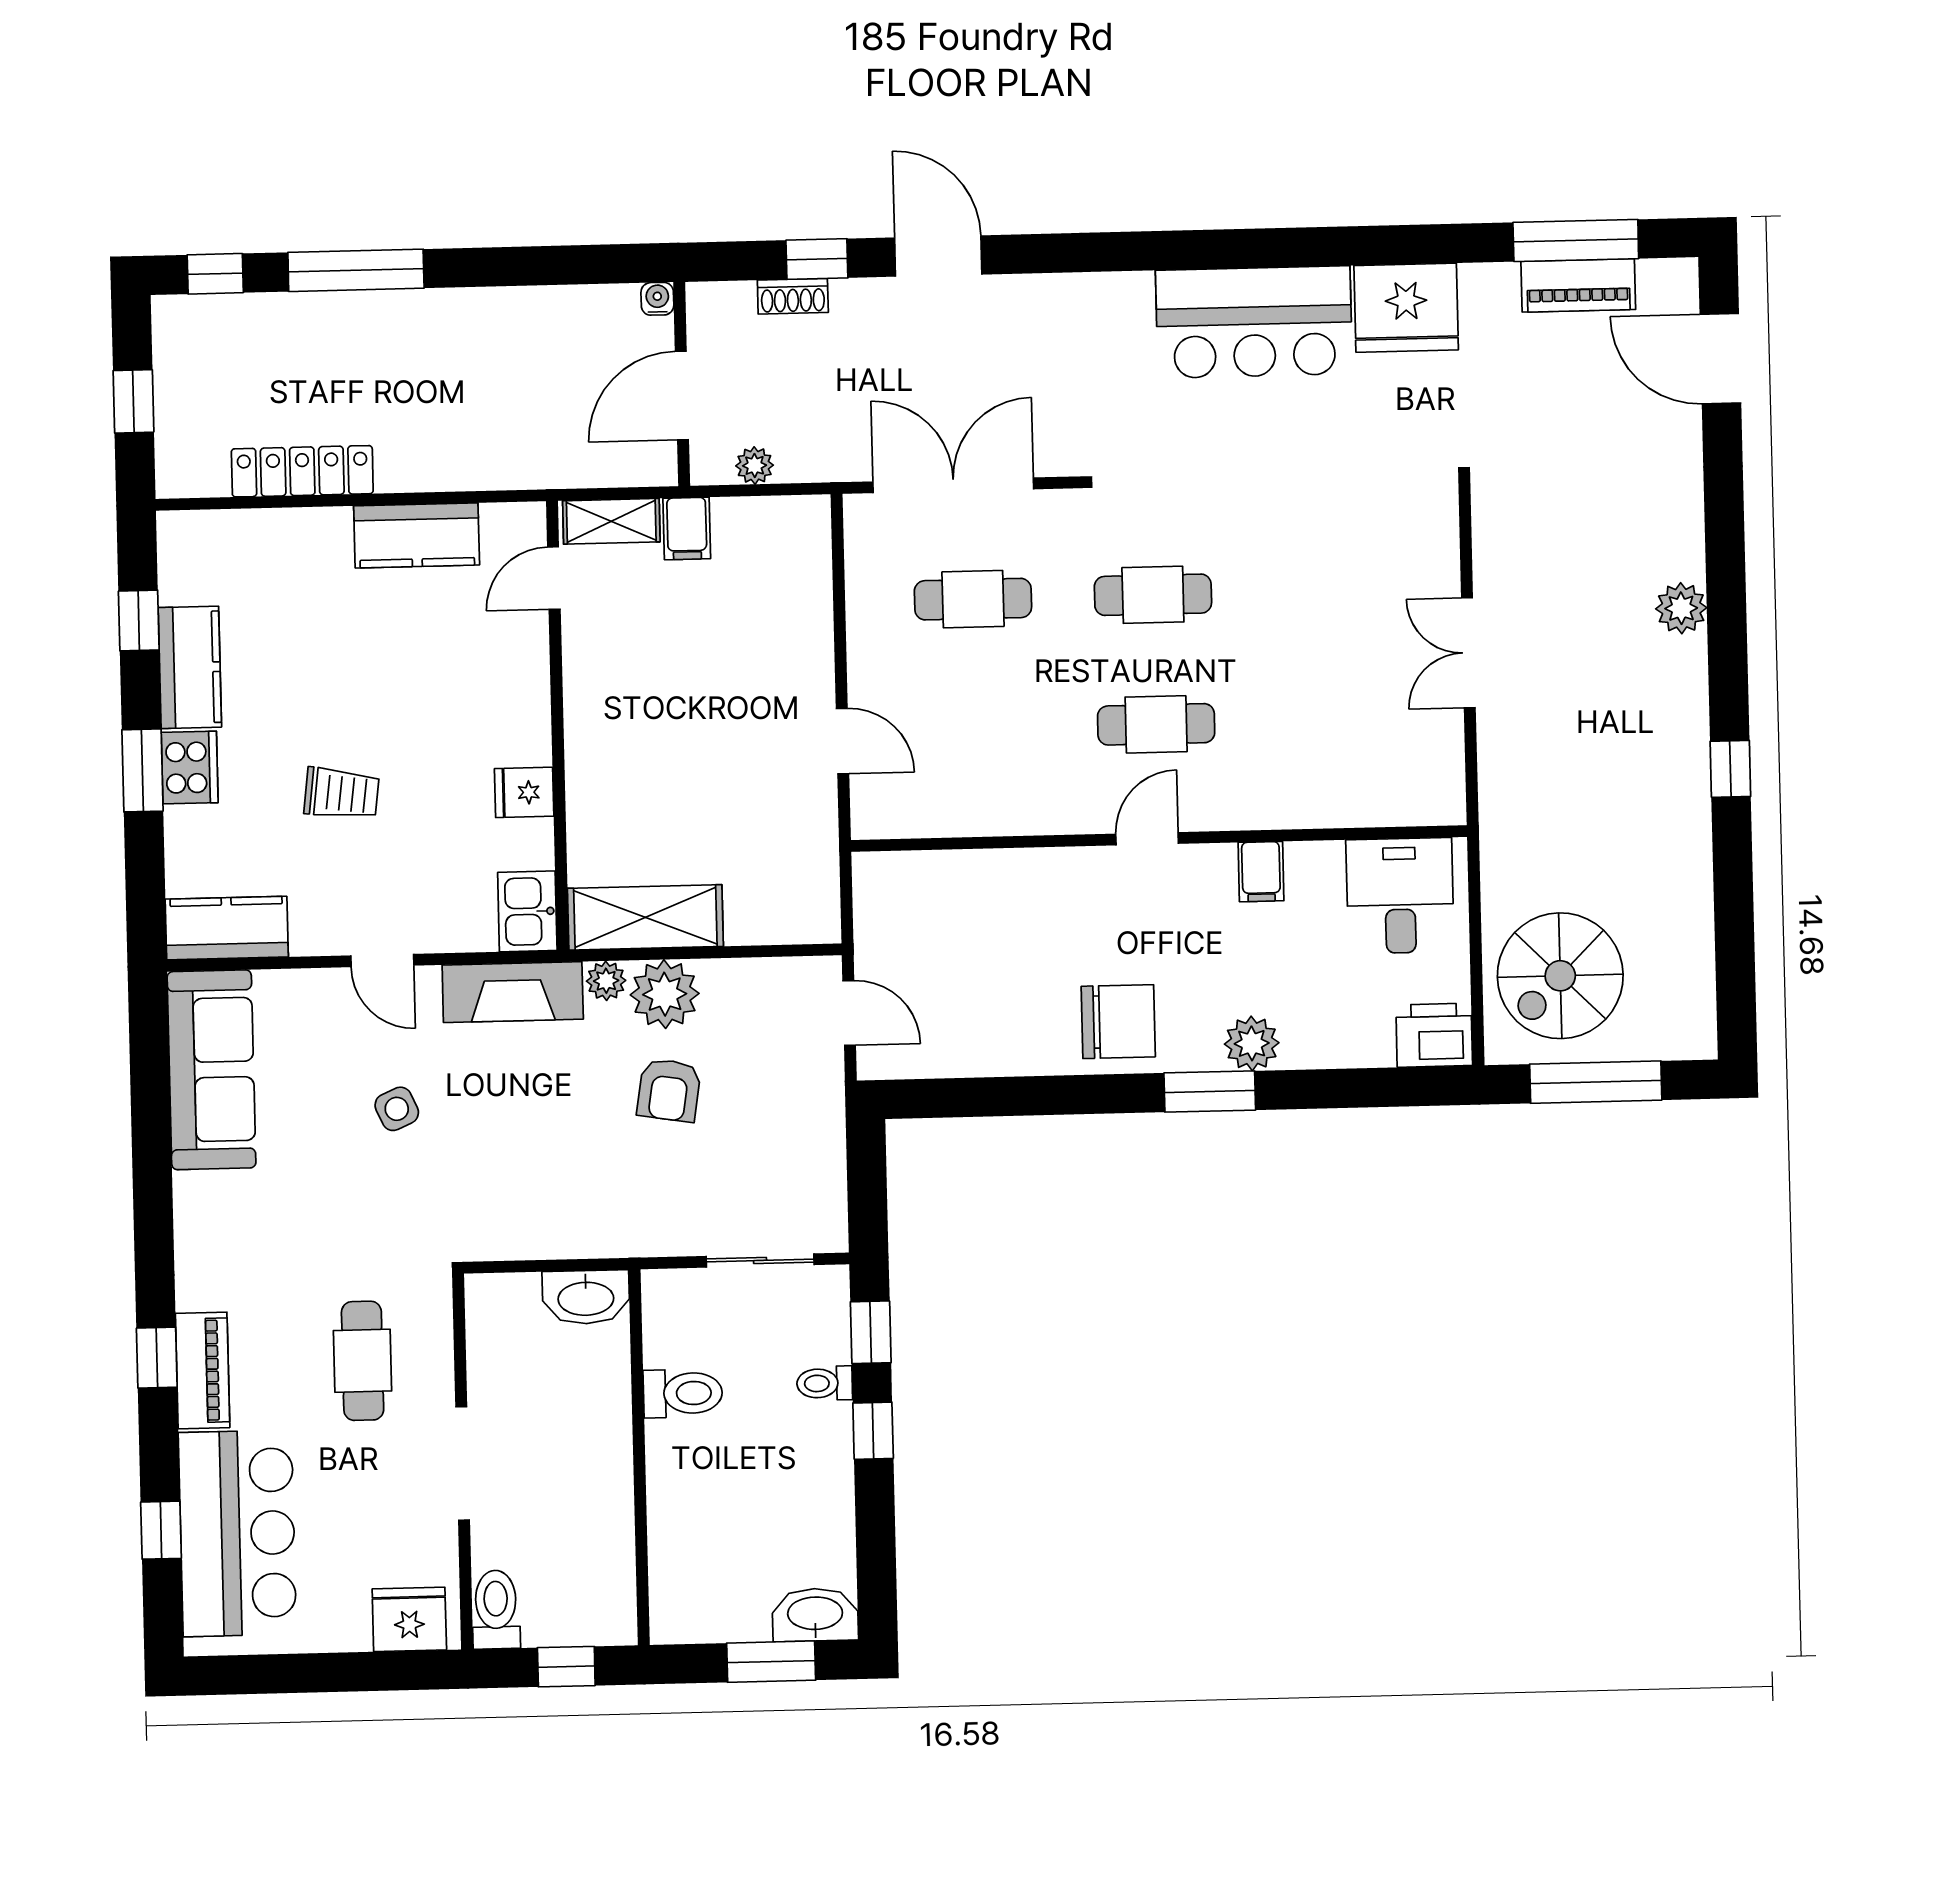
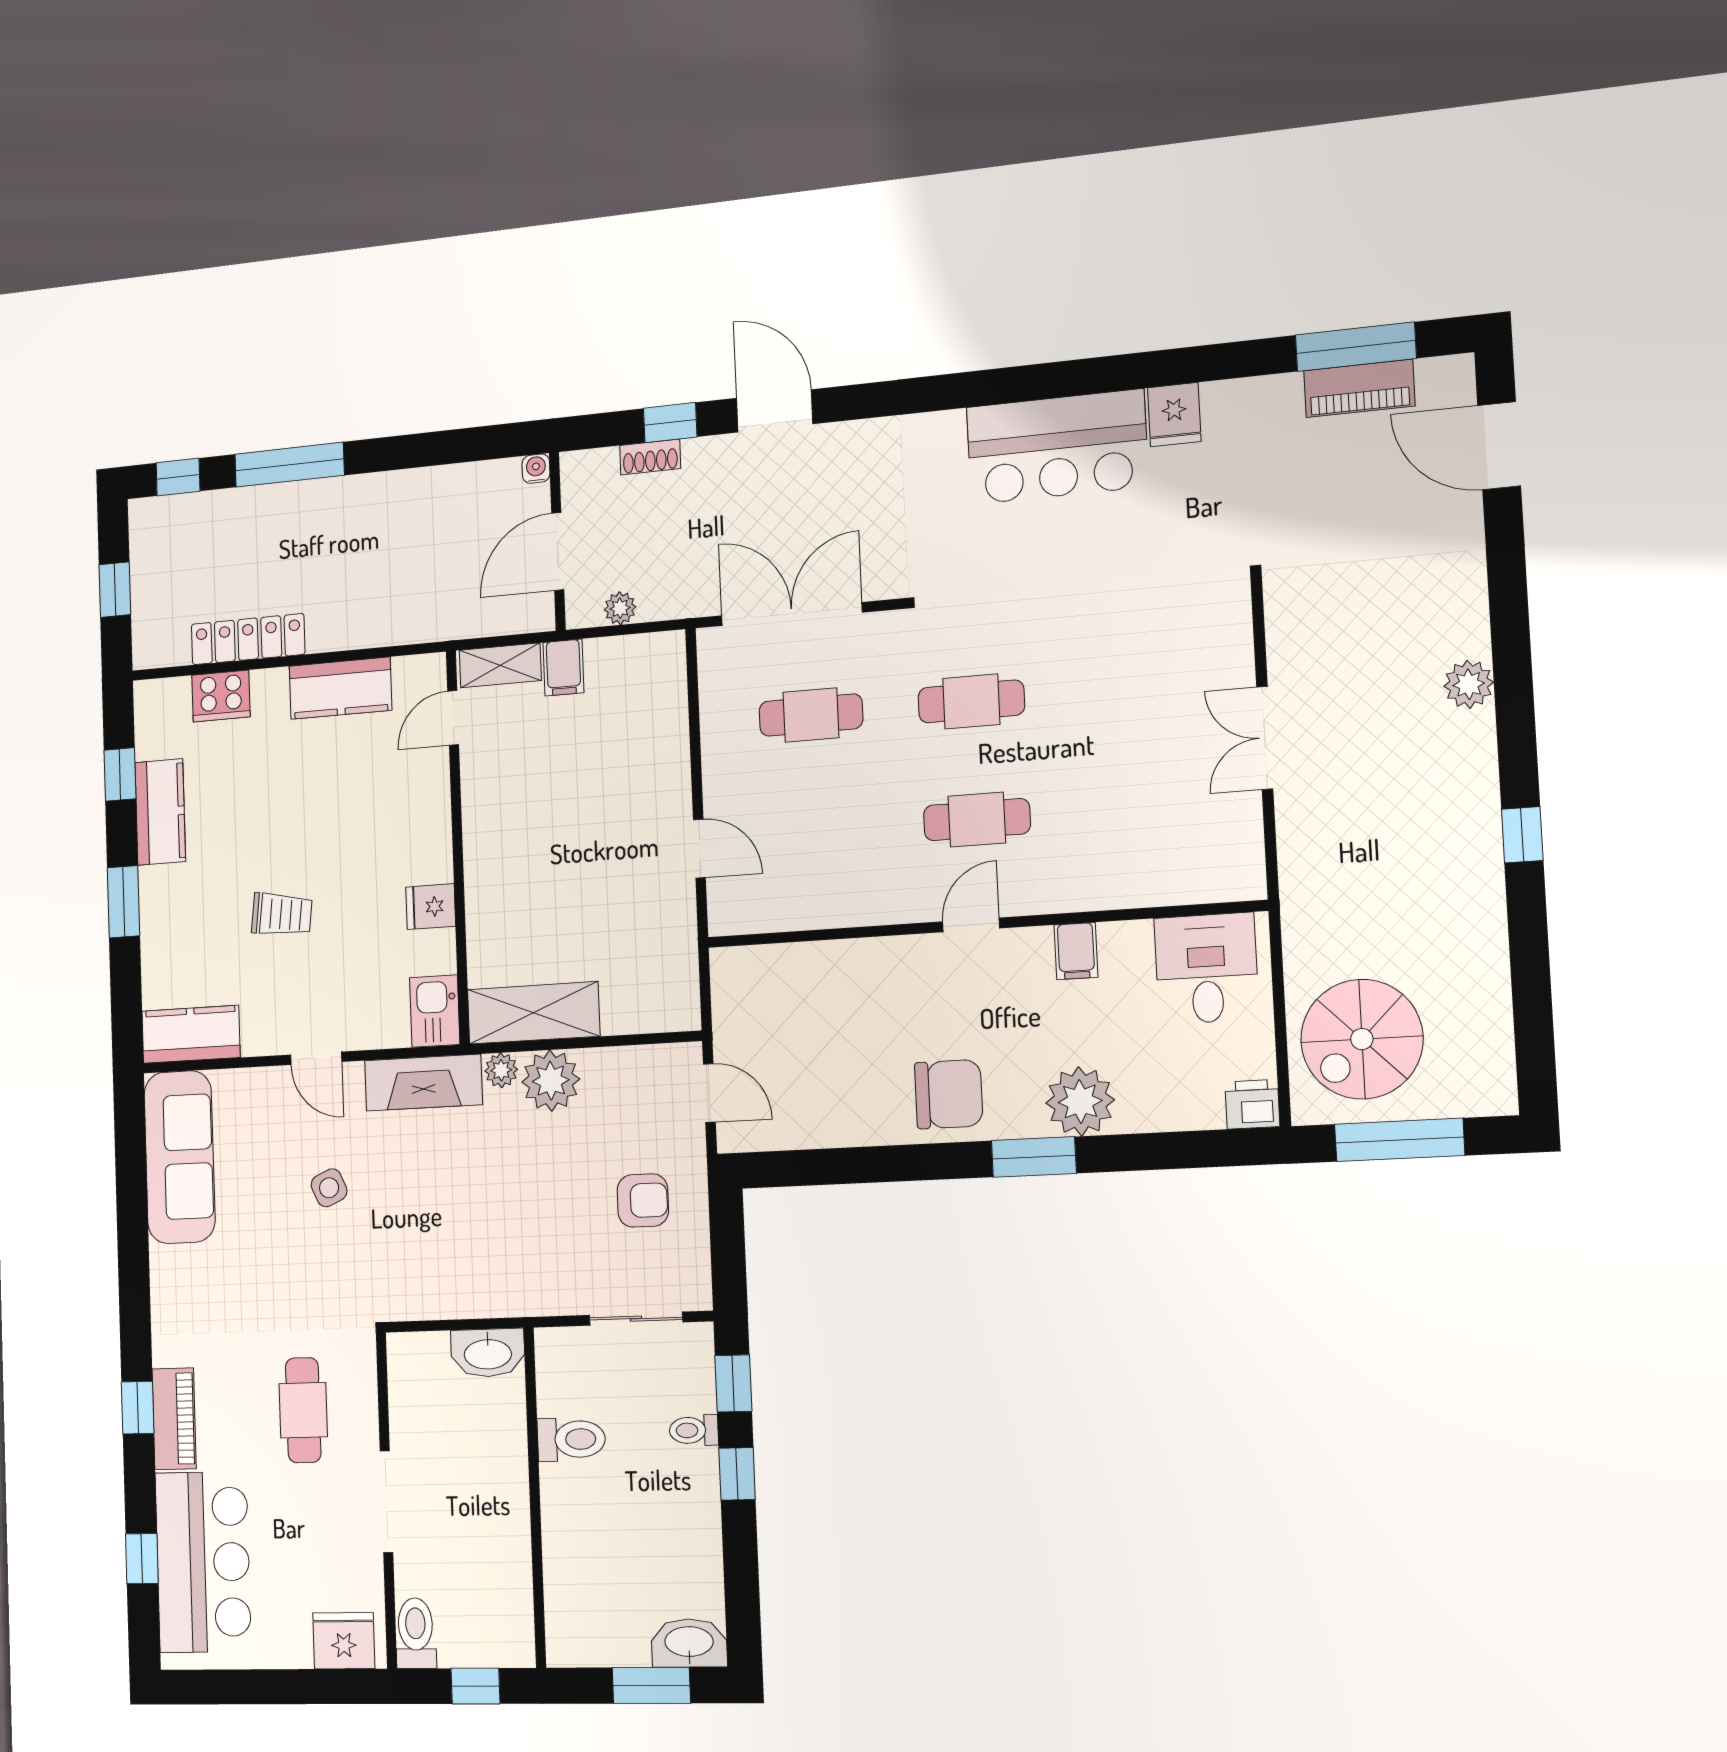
fridge: (1406, 308) -> (1174, 415), width x0.53, depth x0.75
cooker: (190, 768) -> (221, 696), moved, turned 90
printer: (1434, 1035) -> (1252, 1104), width x0.73, depth x0.81
plant: (1252, 1043) -> (1080, 1101), width x1.36, depth x1.36
armchair: (669, 1090) -> (643, 1200), moved, turned -99

